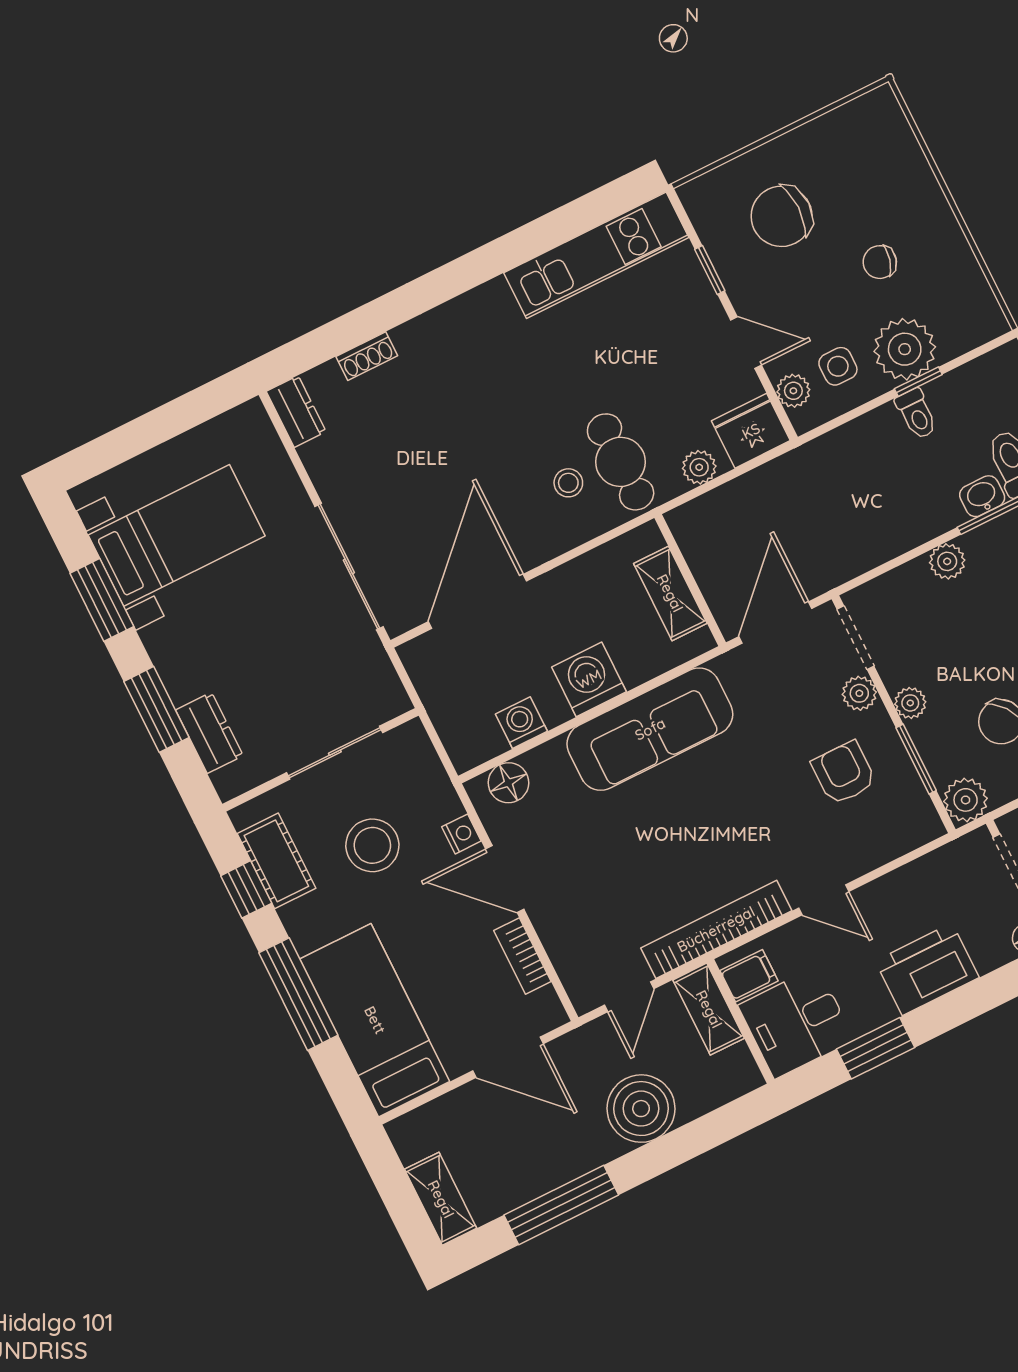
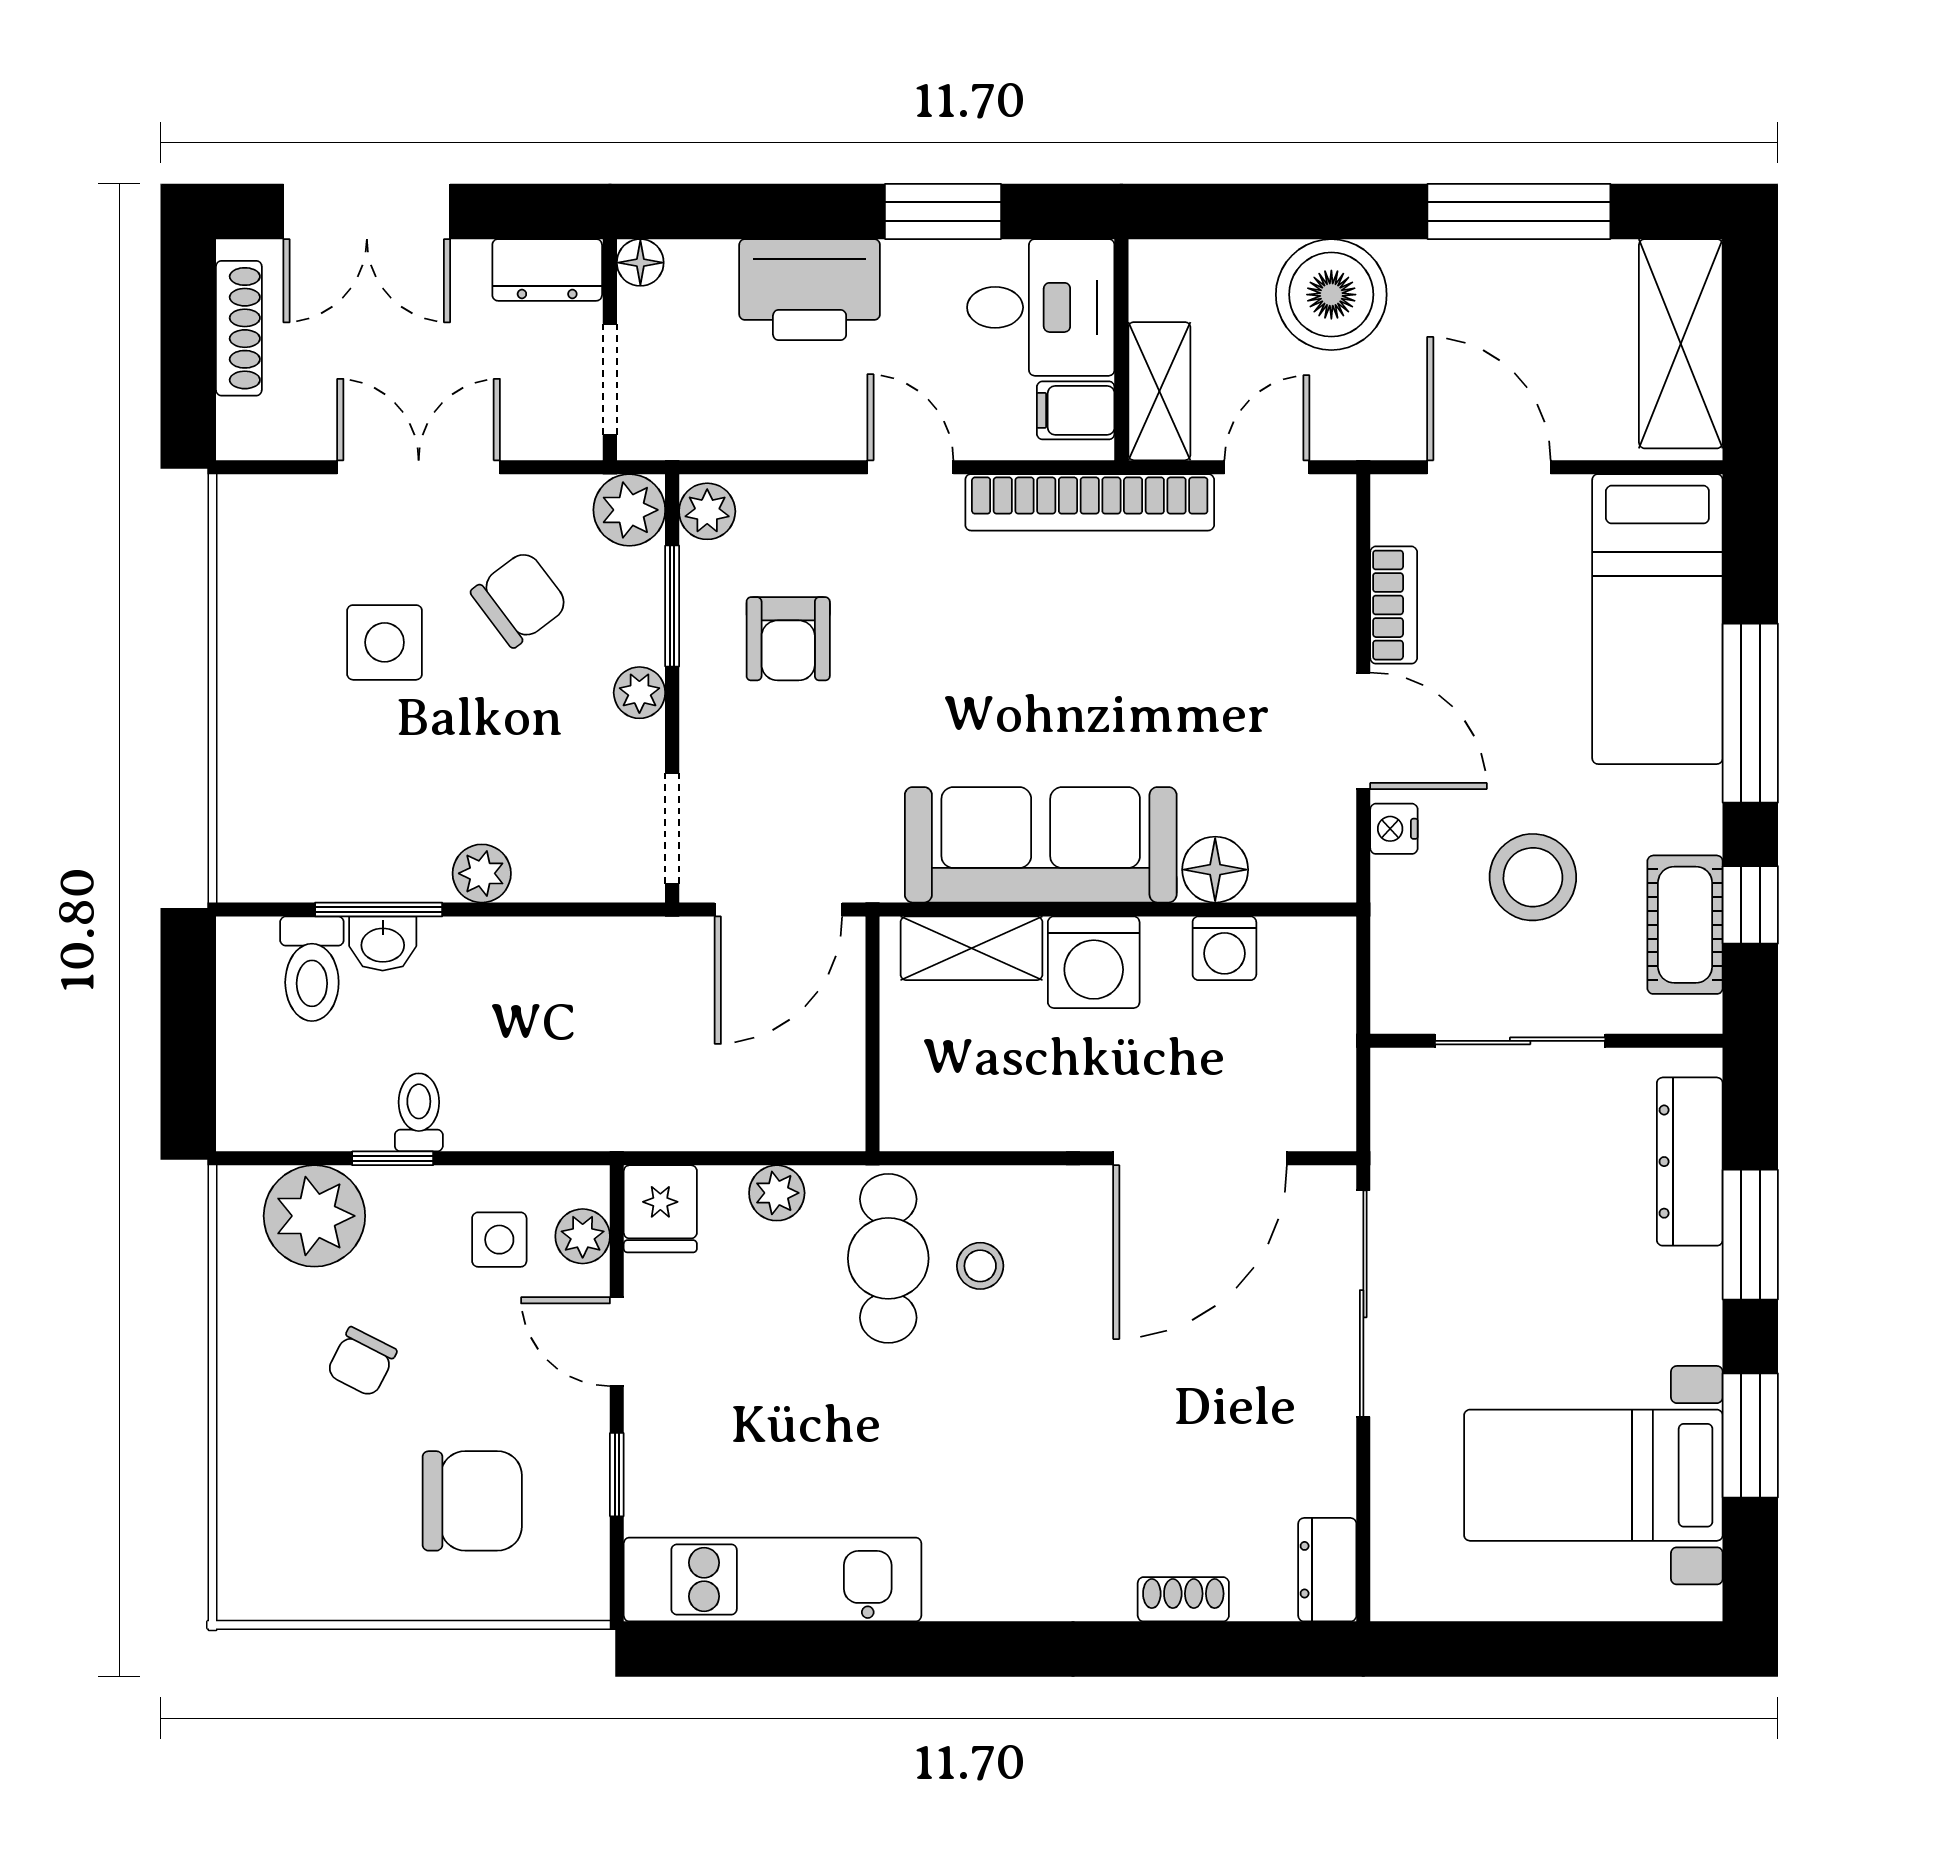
chair: (880, 262) -> (362, 1362), turned 102
plant: (905, 349) -> (314, 1216), moved
fridge: (751, 431) -> (660, 1209), width x0.72
shelving: (670, 593) -> (971, 948), moved, turned 90
plant: (859, 693) -> (707, 511), moved
dresser: (209, 733) -> (1690, 1162), width x1.44
floor lamp: (508, 783) -> (1215, 870), moved
shelving: (441, 1199) -> (1681, 344), width x1.50, depth x1.33

